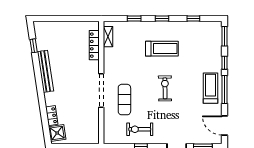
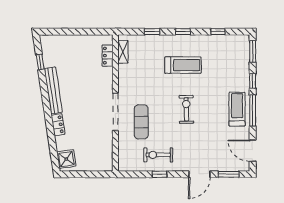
locker: (94, 45) -> (108, 56), width x0.66
locker: (52, 116) -> (58, 125), moved

